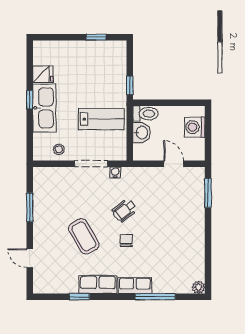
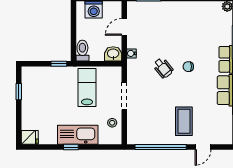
fridge: (43, 74) -> (30, 137), moved, turned 90
washbasin: (142, 133) -> (113, 54), moved
water cooler: (115, 172) -> (131, 53), moved
window: (30, 207) -> (161, 147), width x2.11
coffee table: (84, 236) -> (184, 121), moved, turned -60

